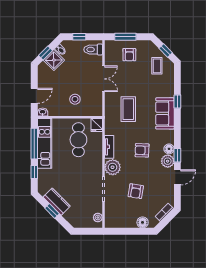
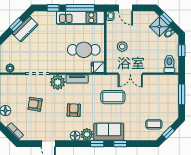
armchair: (129, 55) -> (165, 98), removed
double door: (104, 79) -> (130, 74), moved
window: (177, 155) -> (97, 144), moved
plant: (168, 161) -> (87, 134), moved

